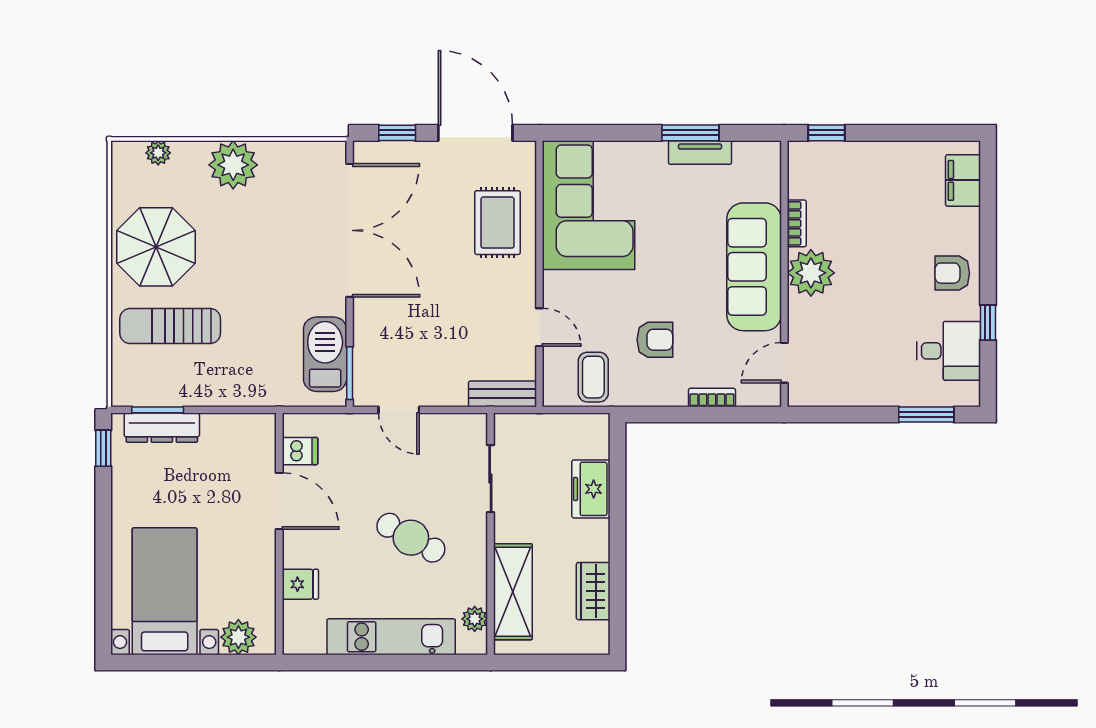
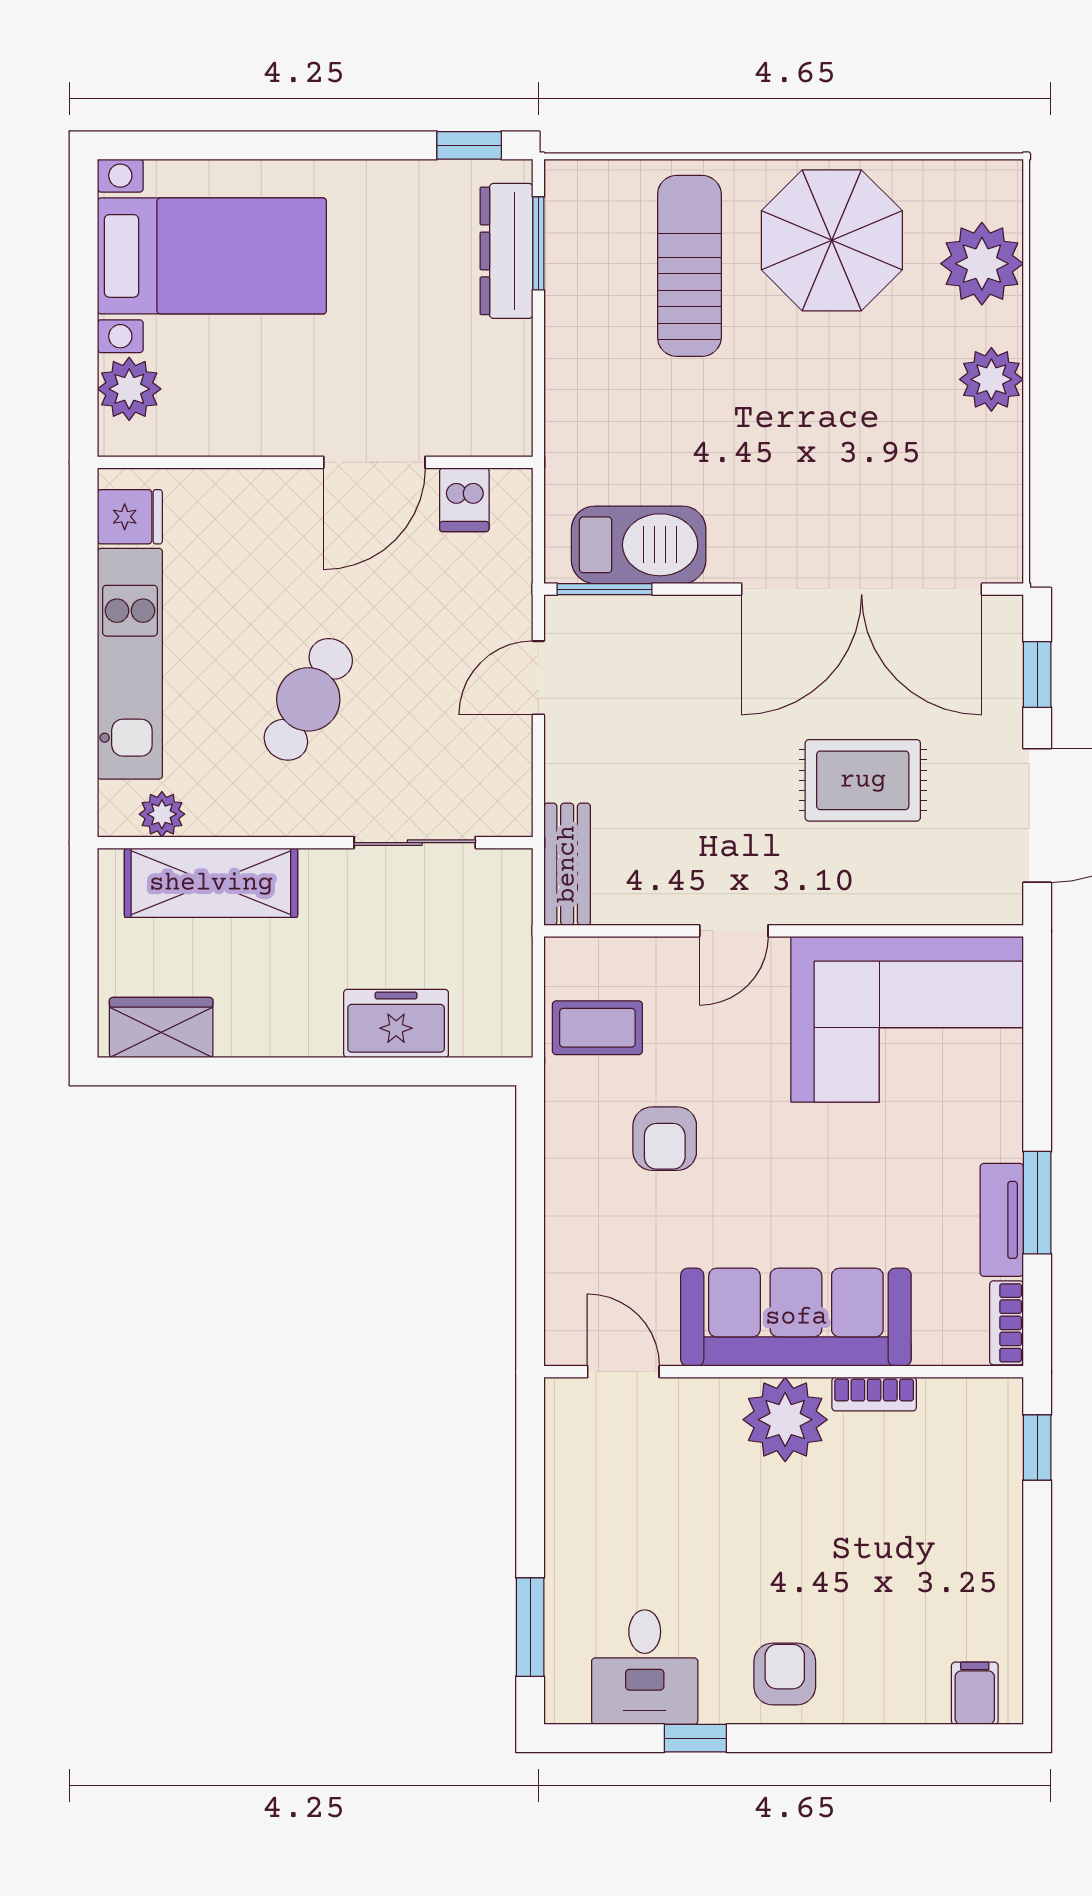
plant: (158, 153) -> (982, 264), width x1.87, depth x1.87
plant: (233, 165) -> (991, 379), width x0.73, depth x0.73
filing cabinet: (963, 180) -> (975, 1693), width x0.50
rug: (497, 223) -> (863, 780), moved
door: (539, 327) -> (734, 931), moved
bookcase: (712, 397) -> (1007, 1323), moved, turned 180
fridge: (300, 584) -> (130, 517), moved, turned -90
wardrobe: (593, 591) -> (161, 1028), moved

